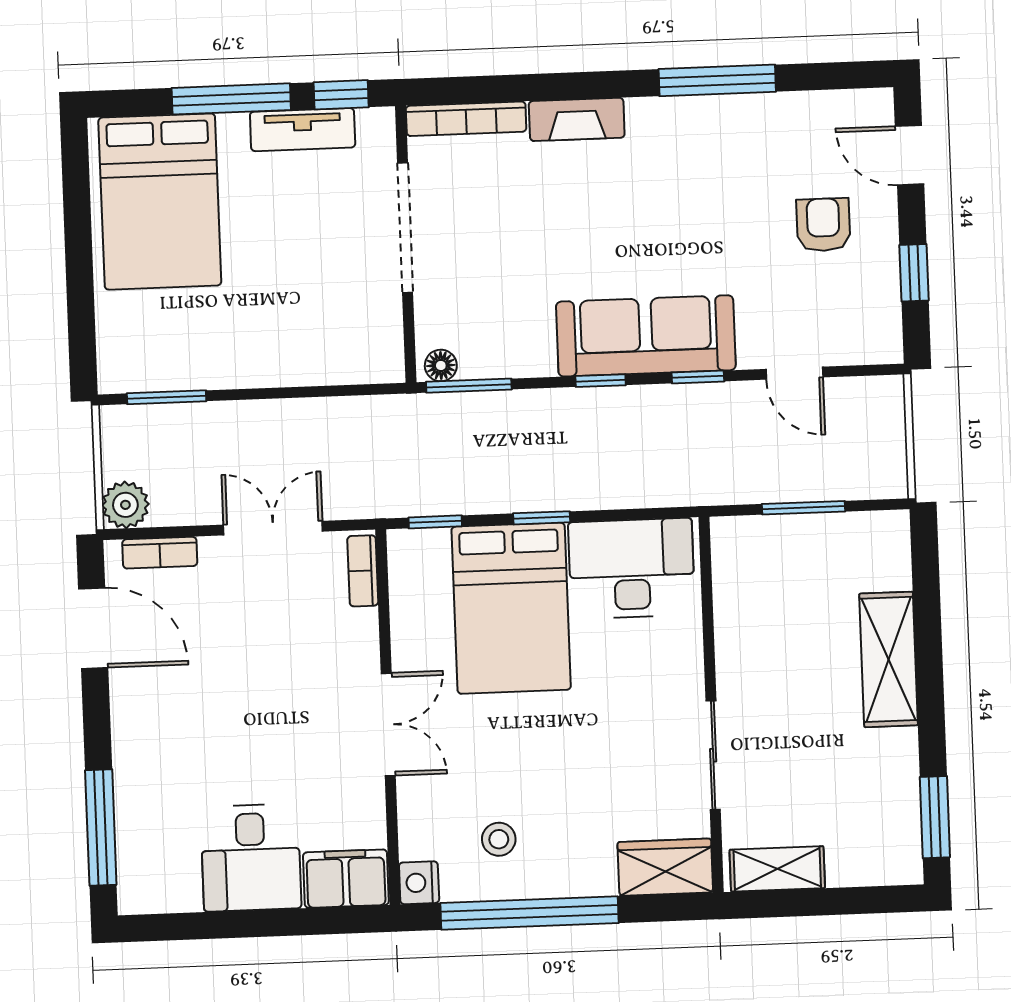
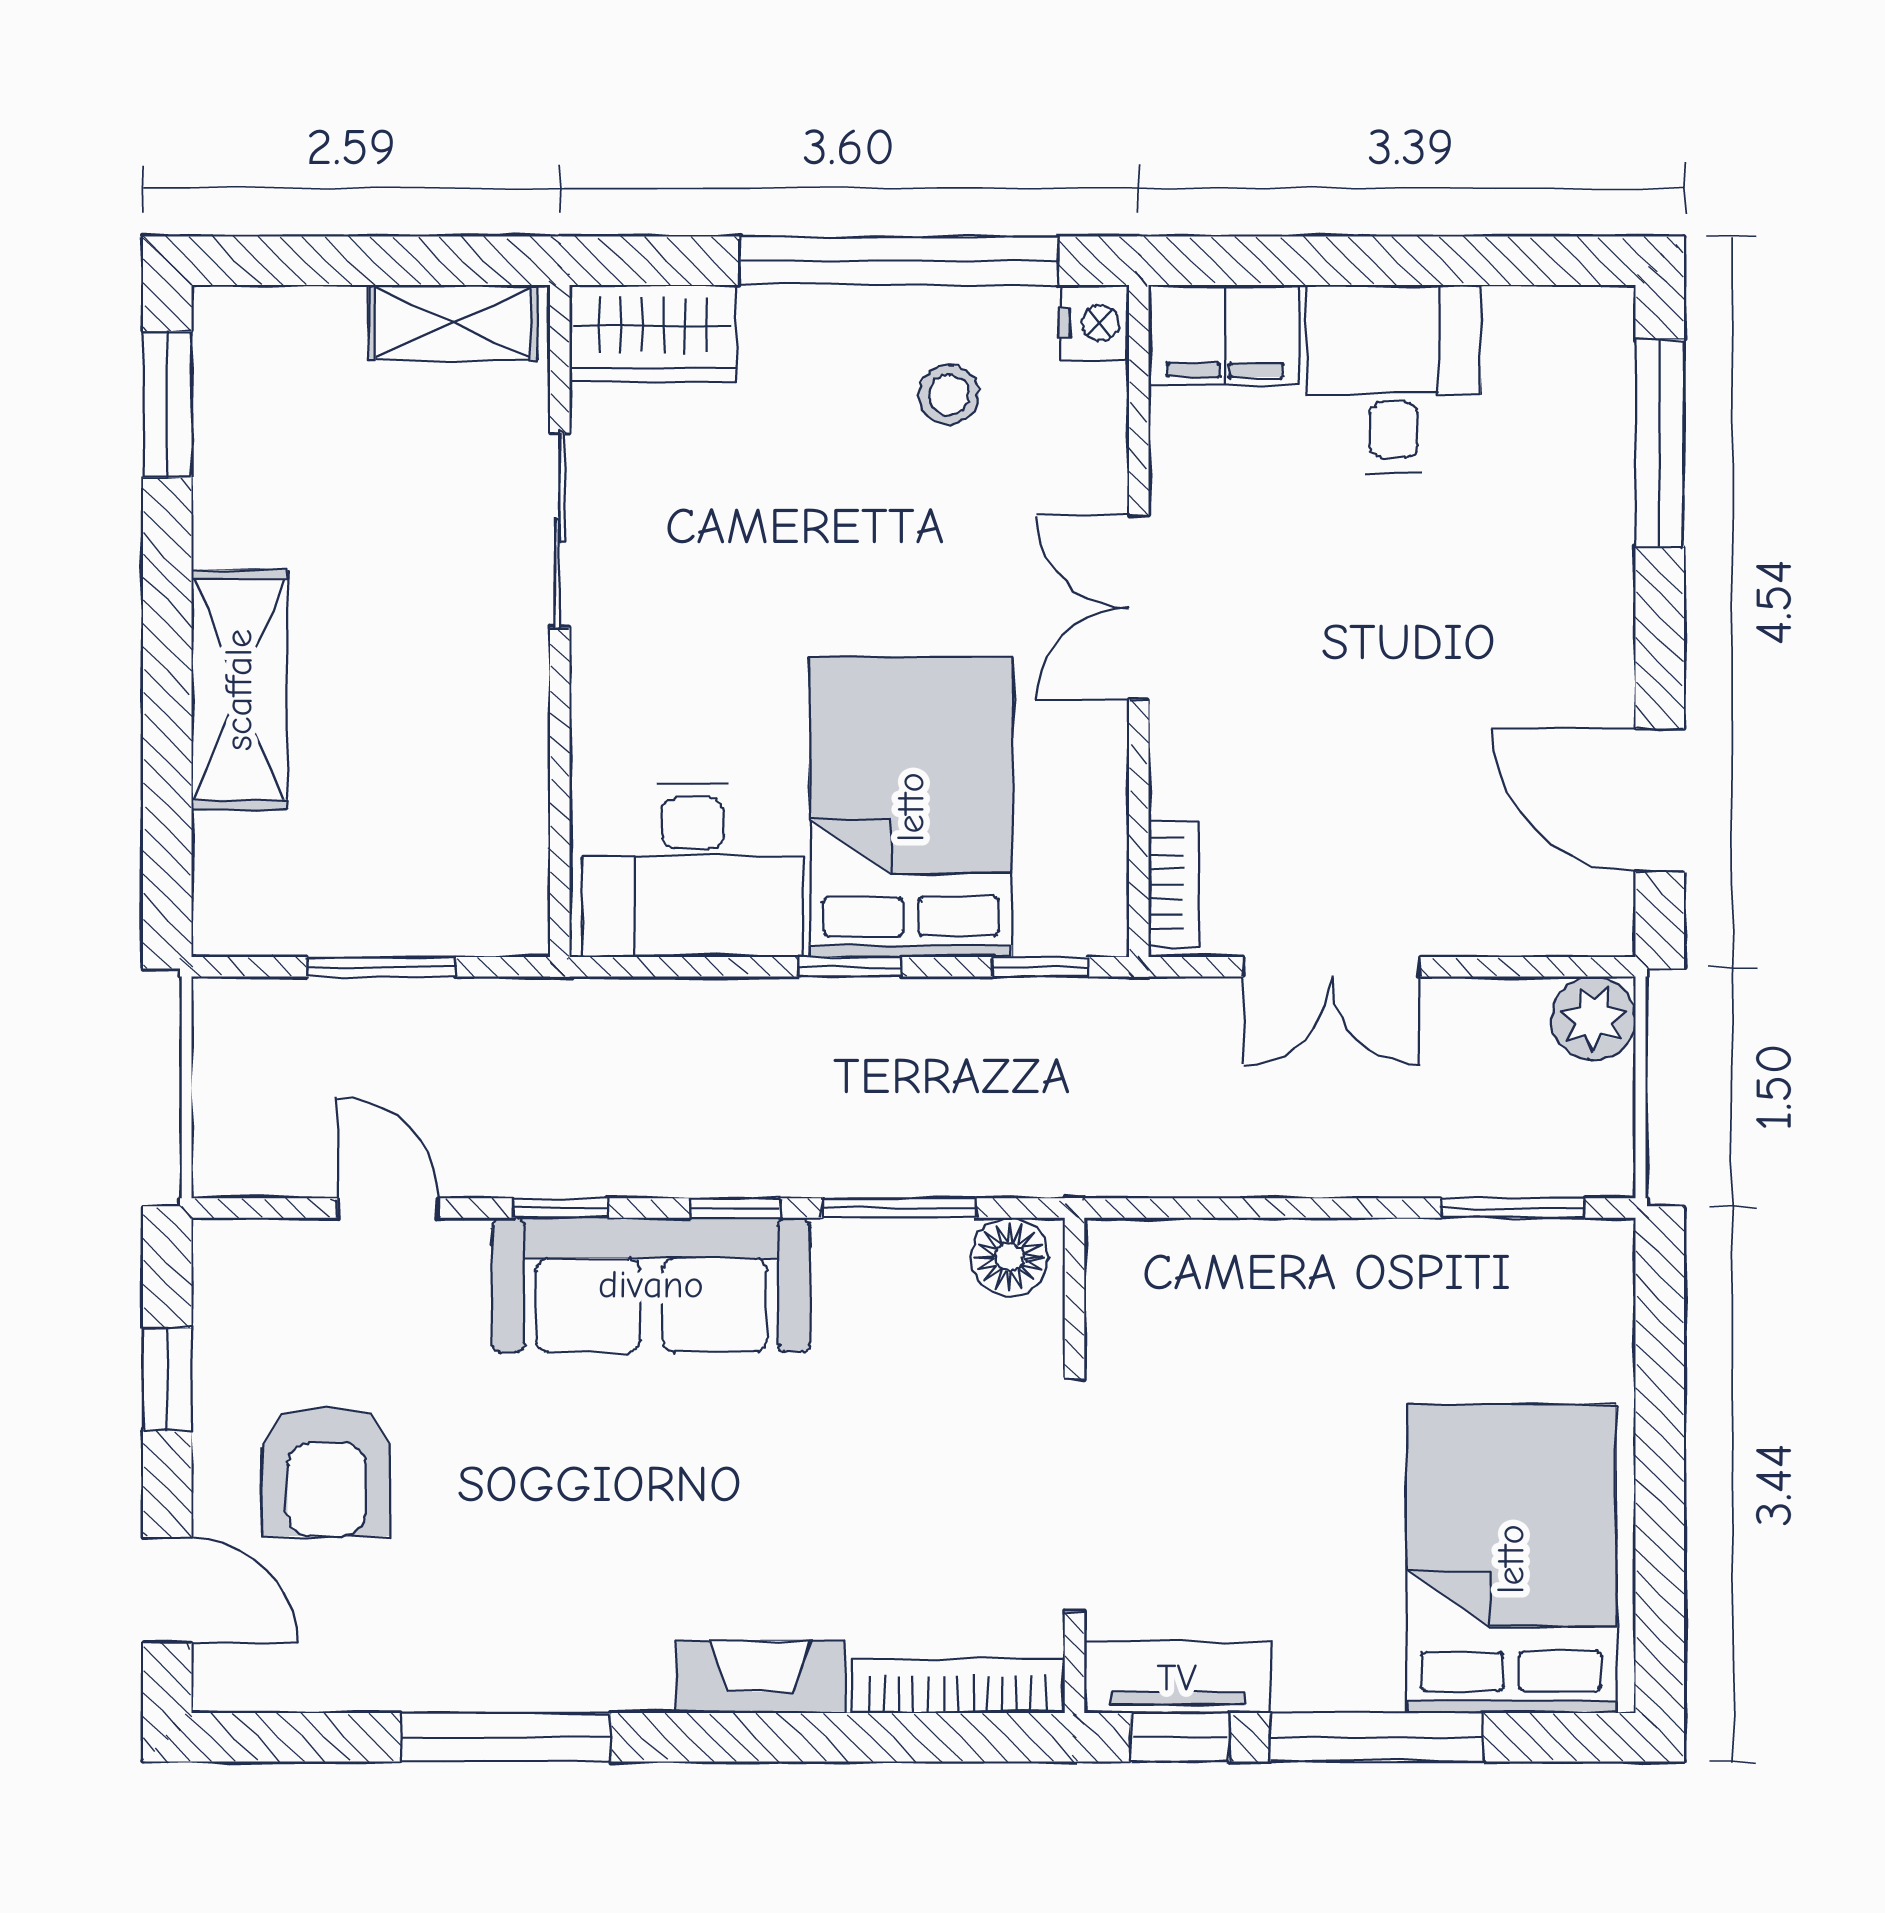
tv unit: (303, 130) -> (1177, 1678), moved
armchair: (823, 225) -> (326, 1471), width x1.38, depth x1.38
floor lamp: (441, 365) -> (1009, 1257), width x1.37, depth x1.37
window: (469, 386) -> (899, 1208), moved
bookcase: (160, 553) -> (1535, 931), removed

